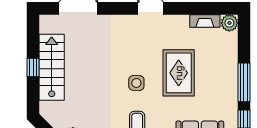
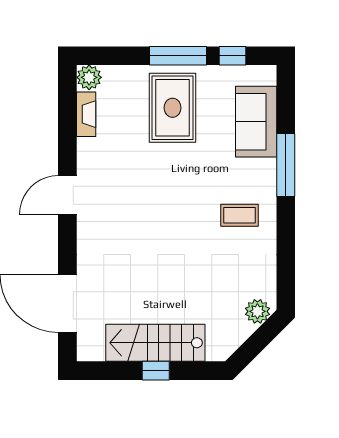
rug: (179, 73) -> (173, 108), moved, turned 90
side table: (136, 83) -> (179, 216), removed

